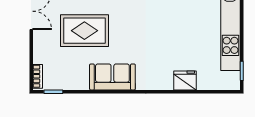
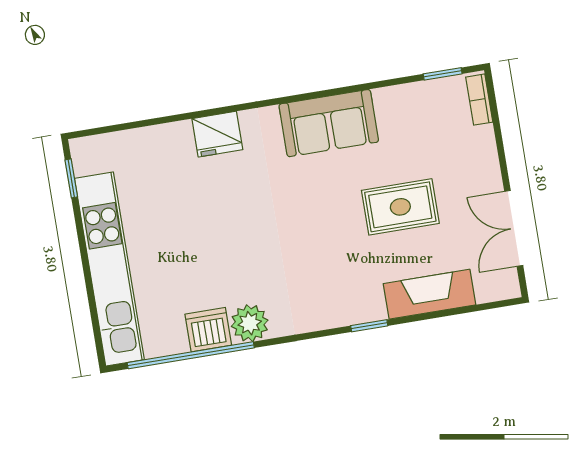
rug: (84, 31) -> (400, 207), width x0.73, depth x0.70
fridge: (185, 81) -> (217, 134), moved

